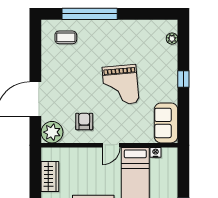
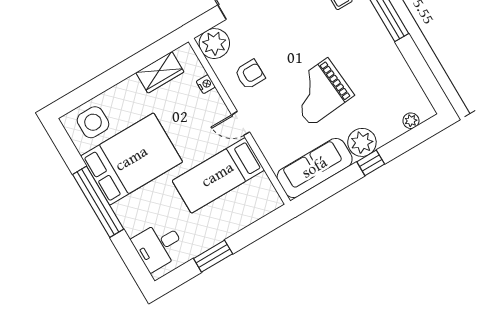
plant: (167, 77) -> (362, 142), added
sofa: (166, 123) -> (315, 168), width x1.36
nightstand: (156, 152) -> (206, 84), moved

